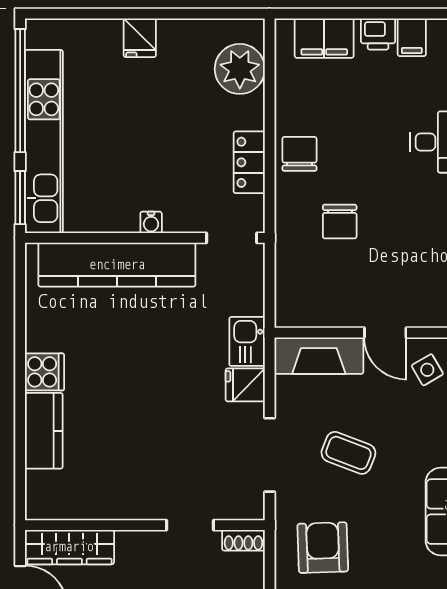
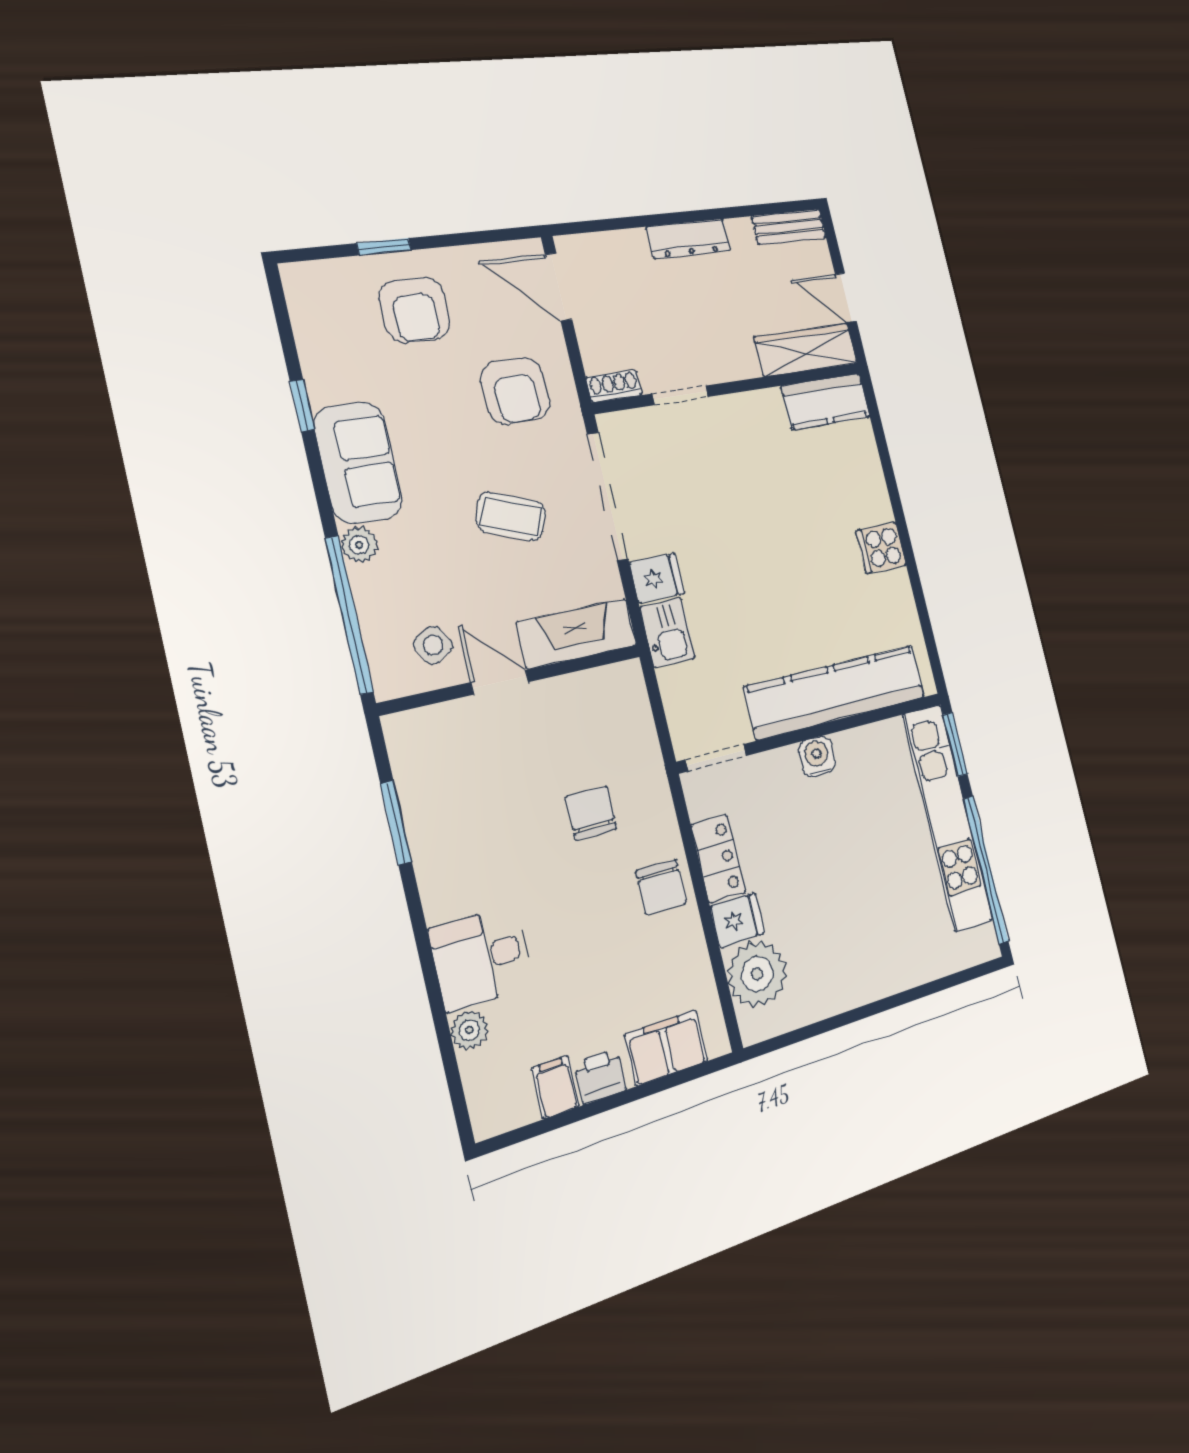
fridge: (140, 38) -> (737, 920), moved, turned 90
water cooler: (151, 222) -> (817, 756), width x1.38, depth x1.38
kitchen counter: (44, 431) -> (826, 402), moved, turned -90
doorway: (270, 455) -> (608, 497), width x1.36

